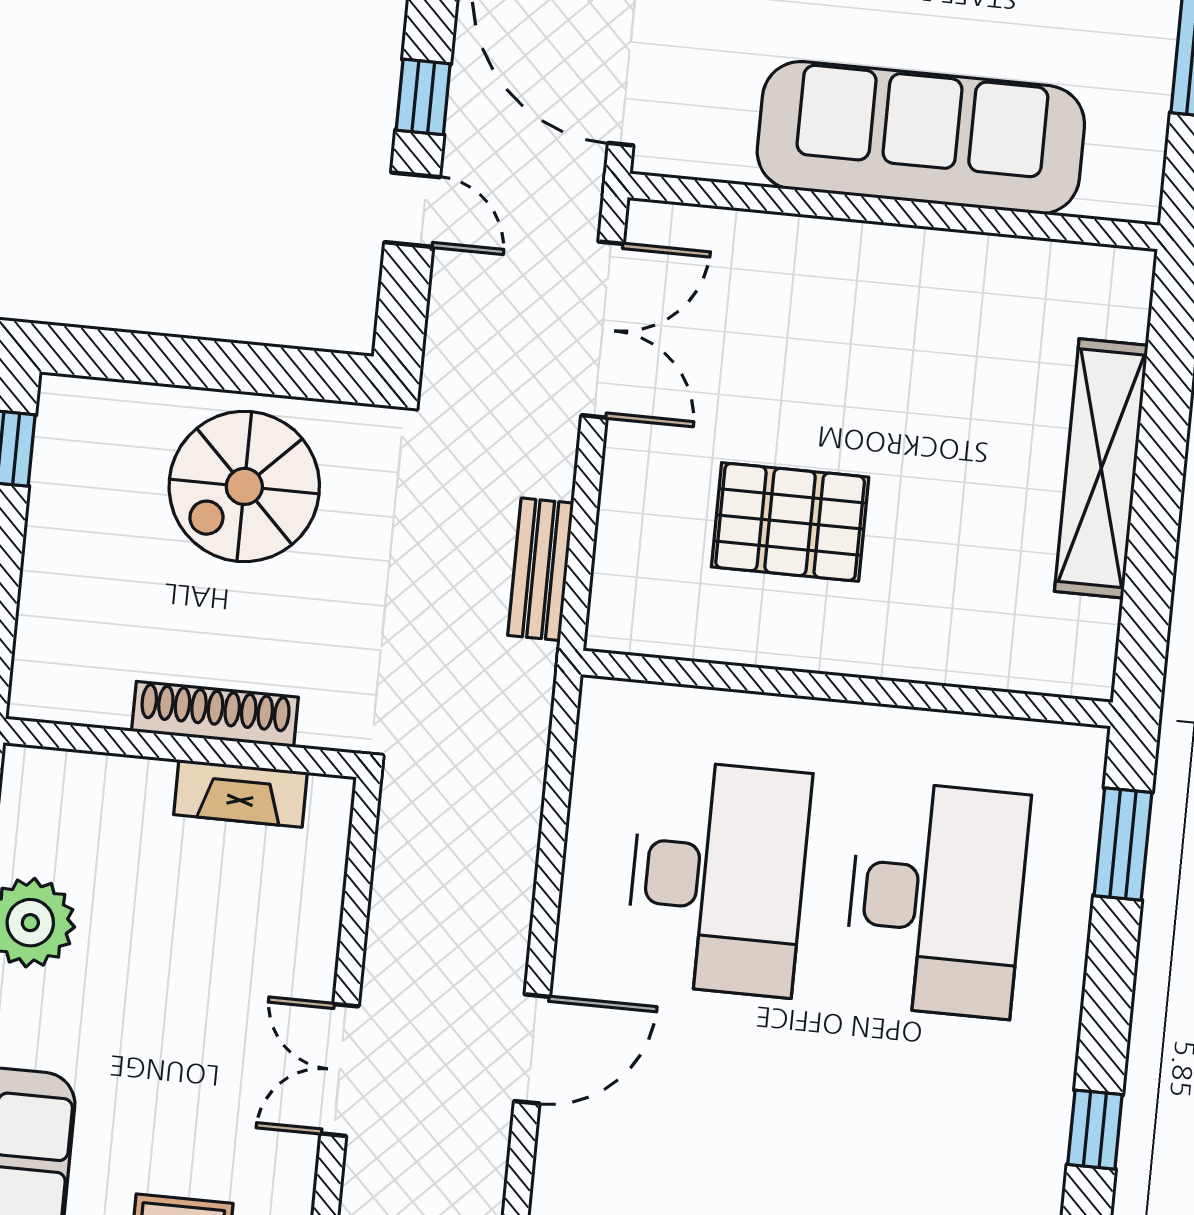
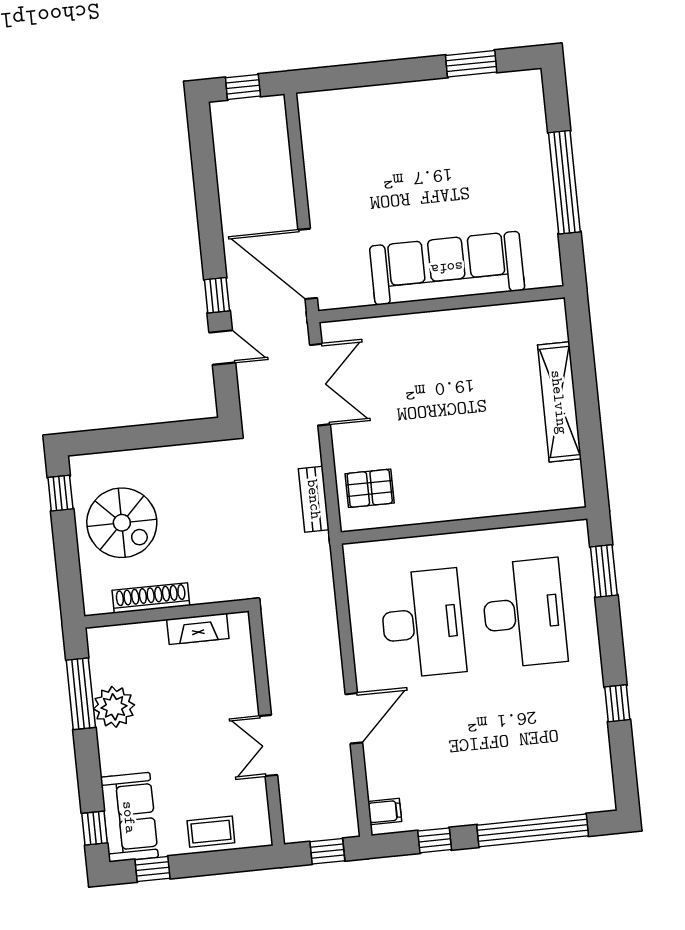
spiral stairs: (244, 486) -> (122, 523), moved, turned -90
pallet: (790, 522) -> (370, 488), moved, width x0.67, depth x0.71
shoe rack: (215, 714) -> (151, 598), moved

